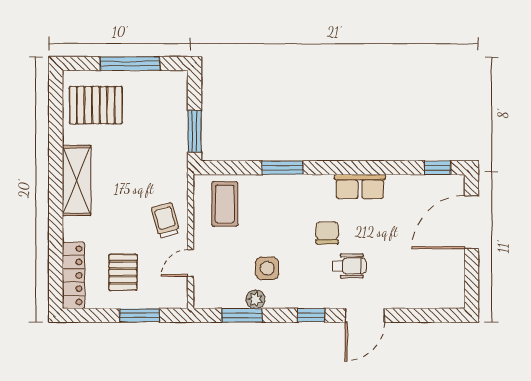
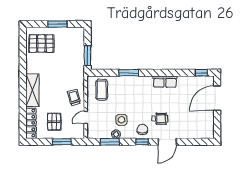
window: (130, 64) -> (57, 24), width x0.69
shelving: (77, 180) -> (32, 90), moved
chair: (327, 233) -> (142, 129), moved

